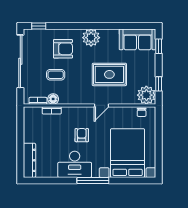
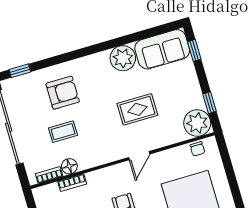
plant: (91, 38) -> (123, 58), moved
rug: (109, 74) -> (137, 109), width x0.73, depth x0.70

